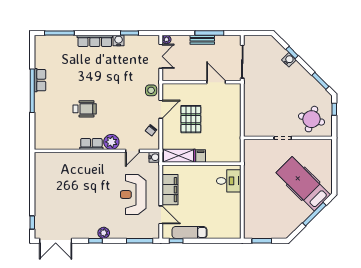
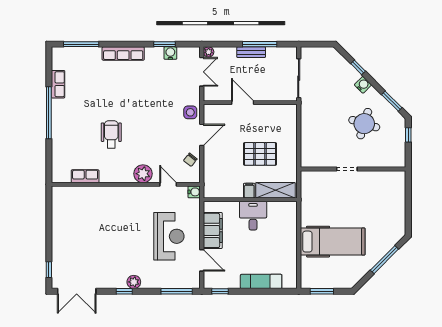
water cooler: (119, 41) -> (170, 53), moved
water cooler: (289, 60) -> (363, 85), moved
row of seats: (40, 80) -> (58, 84), moved
door: (216, 82) -> (243, 103), moved
wheelchair: (85, 109) -> (111, 134), turned -90
pallet: (191, 119) -> (260, 154), moved, turned 90
round table: (312, 119) -> (364, 124), moved
row of seats: (91, 144) -> (85, 176), moved
door: (133, 151) -> (168, 184), swing flipped
shelving: (179, 156) -> (275, 190), moved
desk: (229, 181) -> (253, 216), moved, turned -90
hospital bed: (303, 184) -> (333, 242), moved, turned 135
reception desk: (133, 195) -> (169, 236), turned 180
exam couch: (189, 232) -> (261, 281), moved

